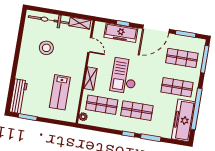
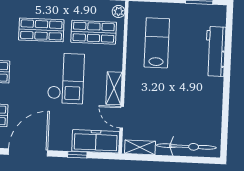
freezer: (121, 33) -> (96, 141), moved
stool: (46, 48) -> (184, 105), removed
shelving: (90, 78) -> (114, 88), moved
workbench: (18, 96) -> (215, 51), moved

